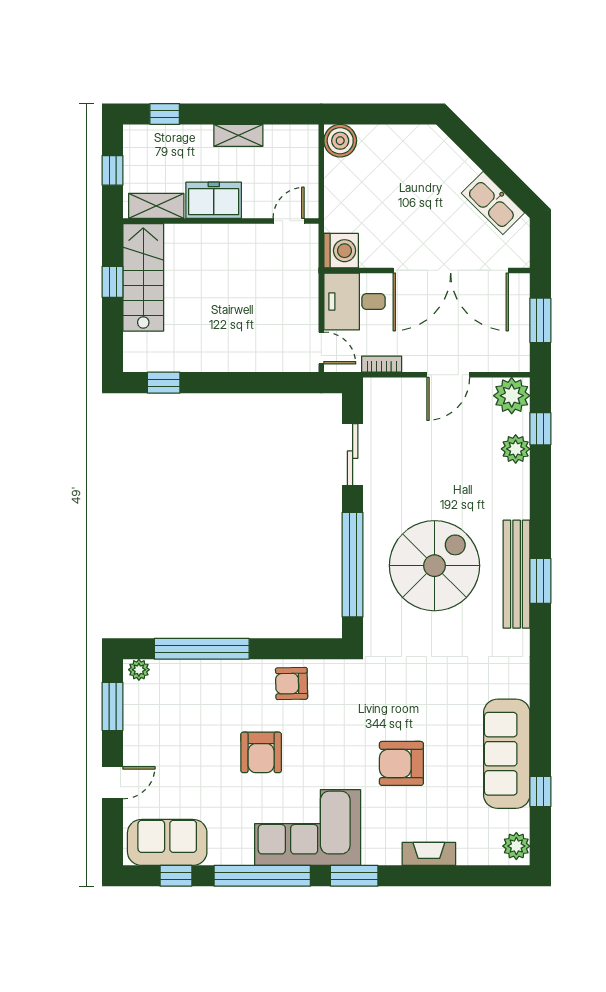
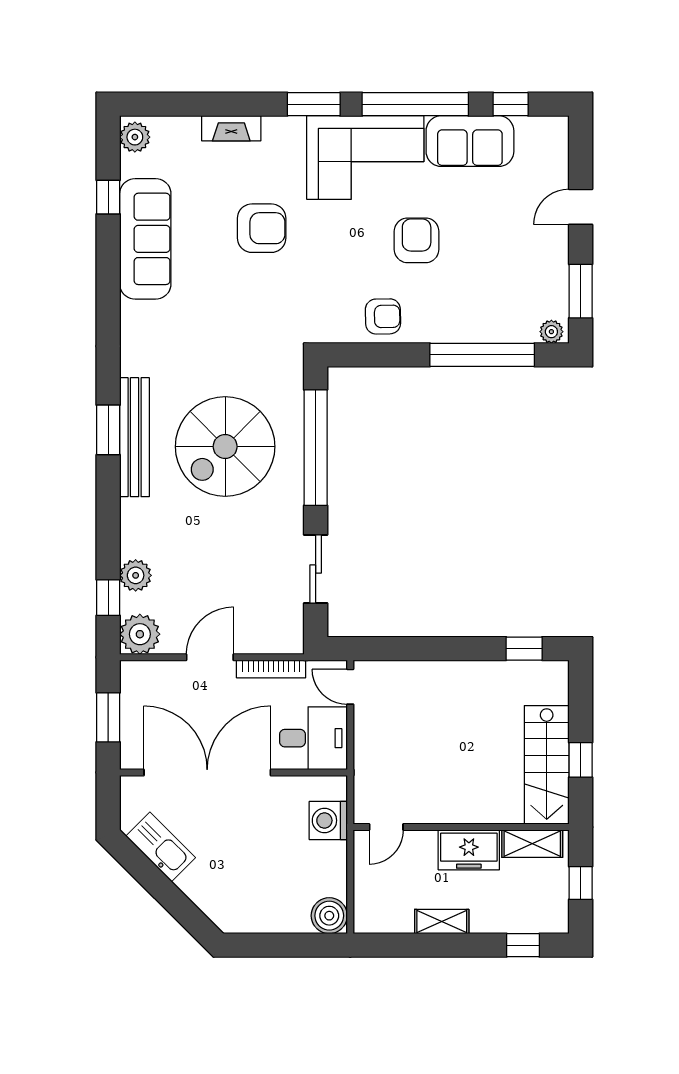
washing machine: (341, 251) -> (328, 820), moved
bookcase: (382, 364) -> (271, 669), width x1.56
sofa: (167, 842) -> (470, 141), moved

